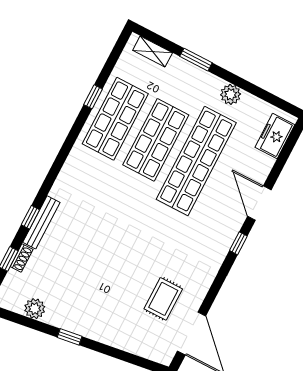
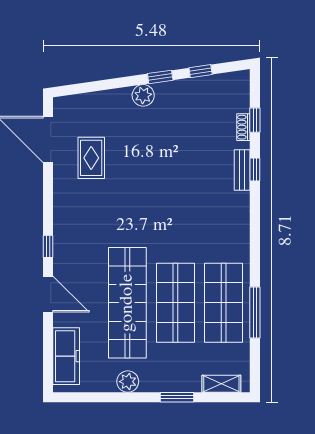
window: (93, 97) -> (255, 312), width x2.17
freezer: (275, 136) -> (66, 356), width x1.40
bench: (41, 222) -> (242, 170), width x0.73
plant: (35, 309) -> (143, 95), moved
window: (33, 324) -> (201, 71), added

